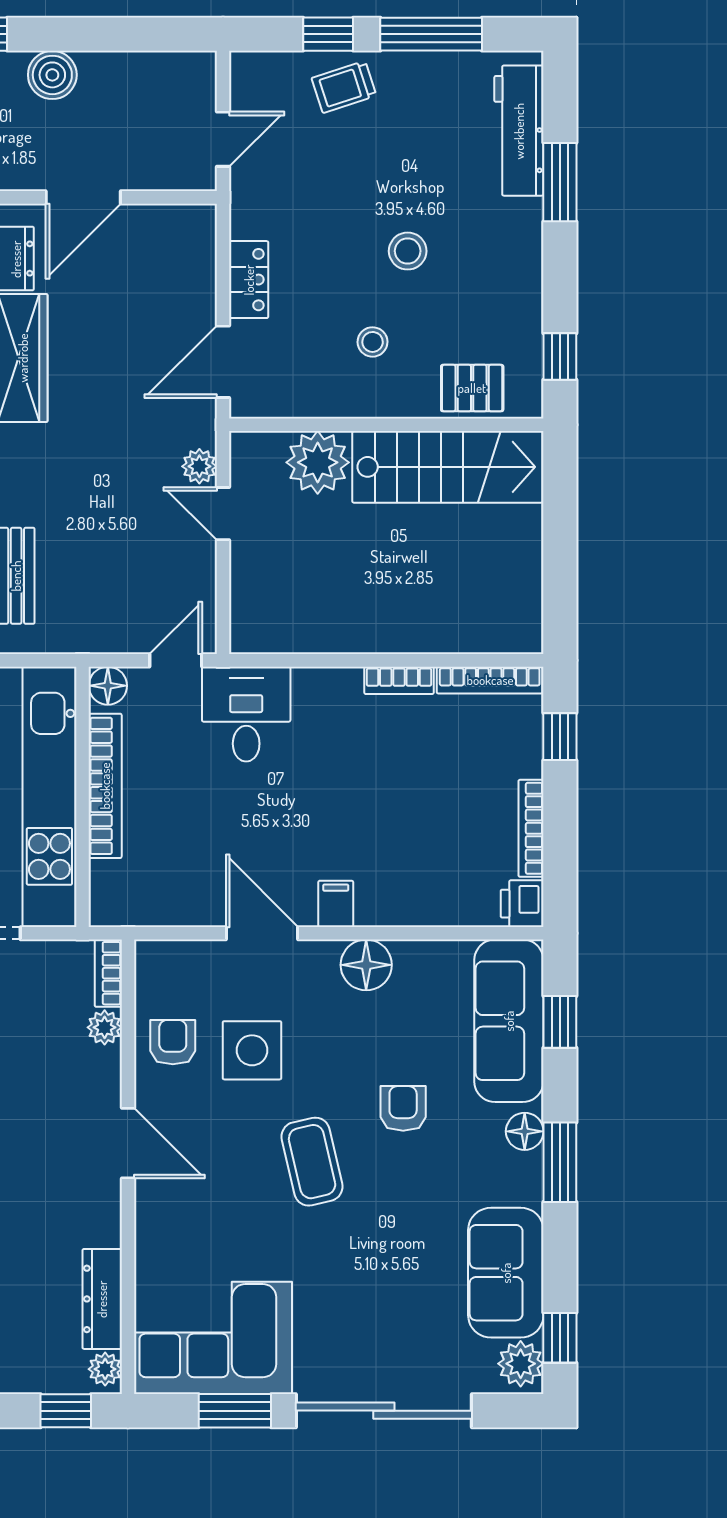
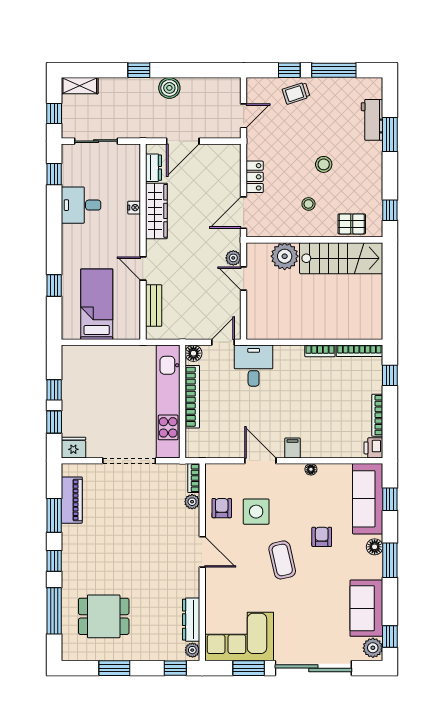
workbench: (519, 131) -> (372, 120), width x0.73
floor lamp: (366, 965) -> (311, 469), width x0.53, depth x0.53

